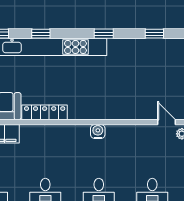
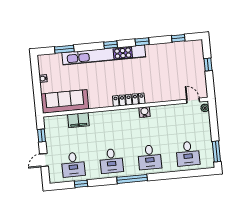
window: (41, 34) -> (111, 45), moved
locker: (45, 112) -> (129, 100), moved

